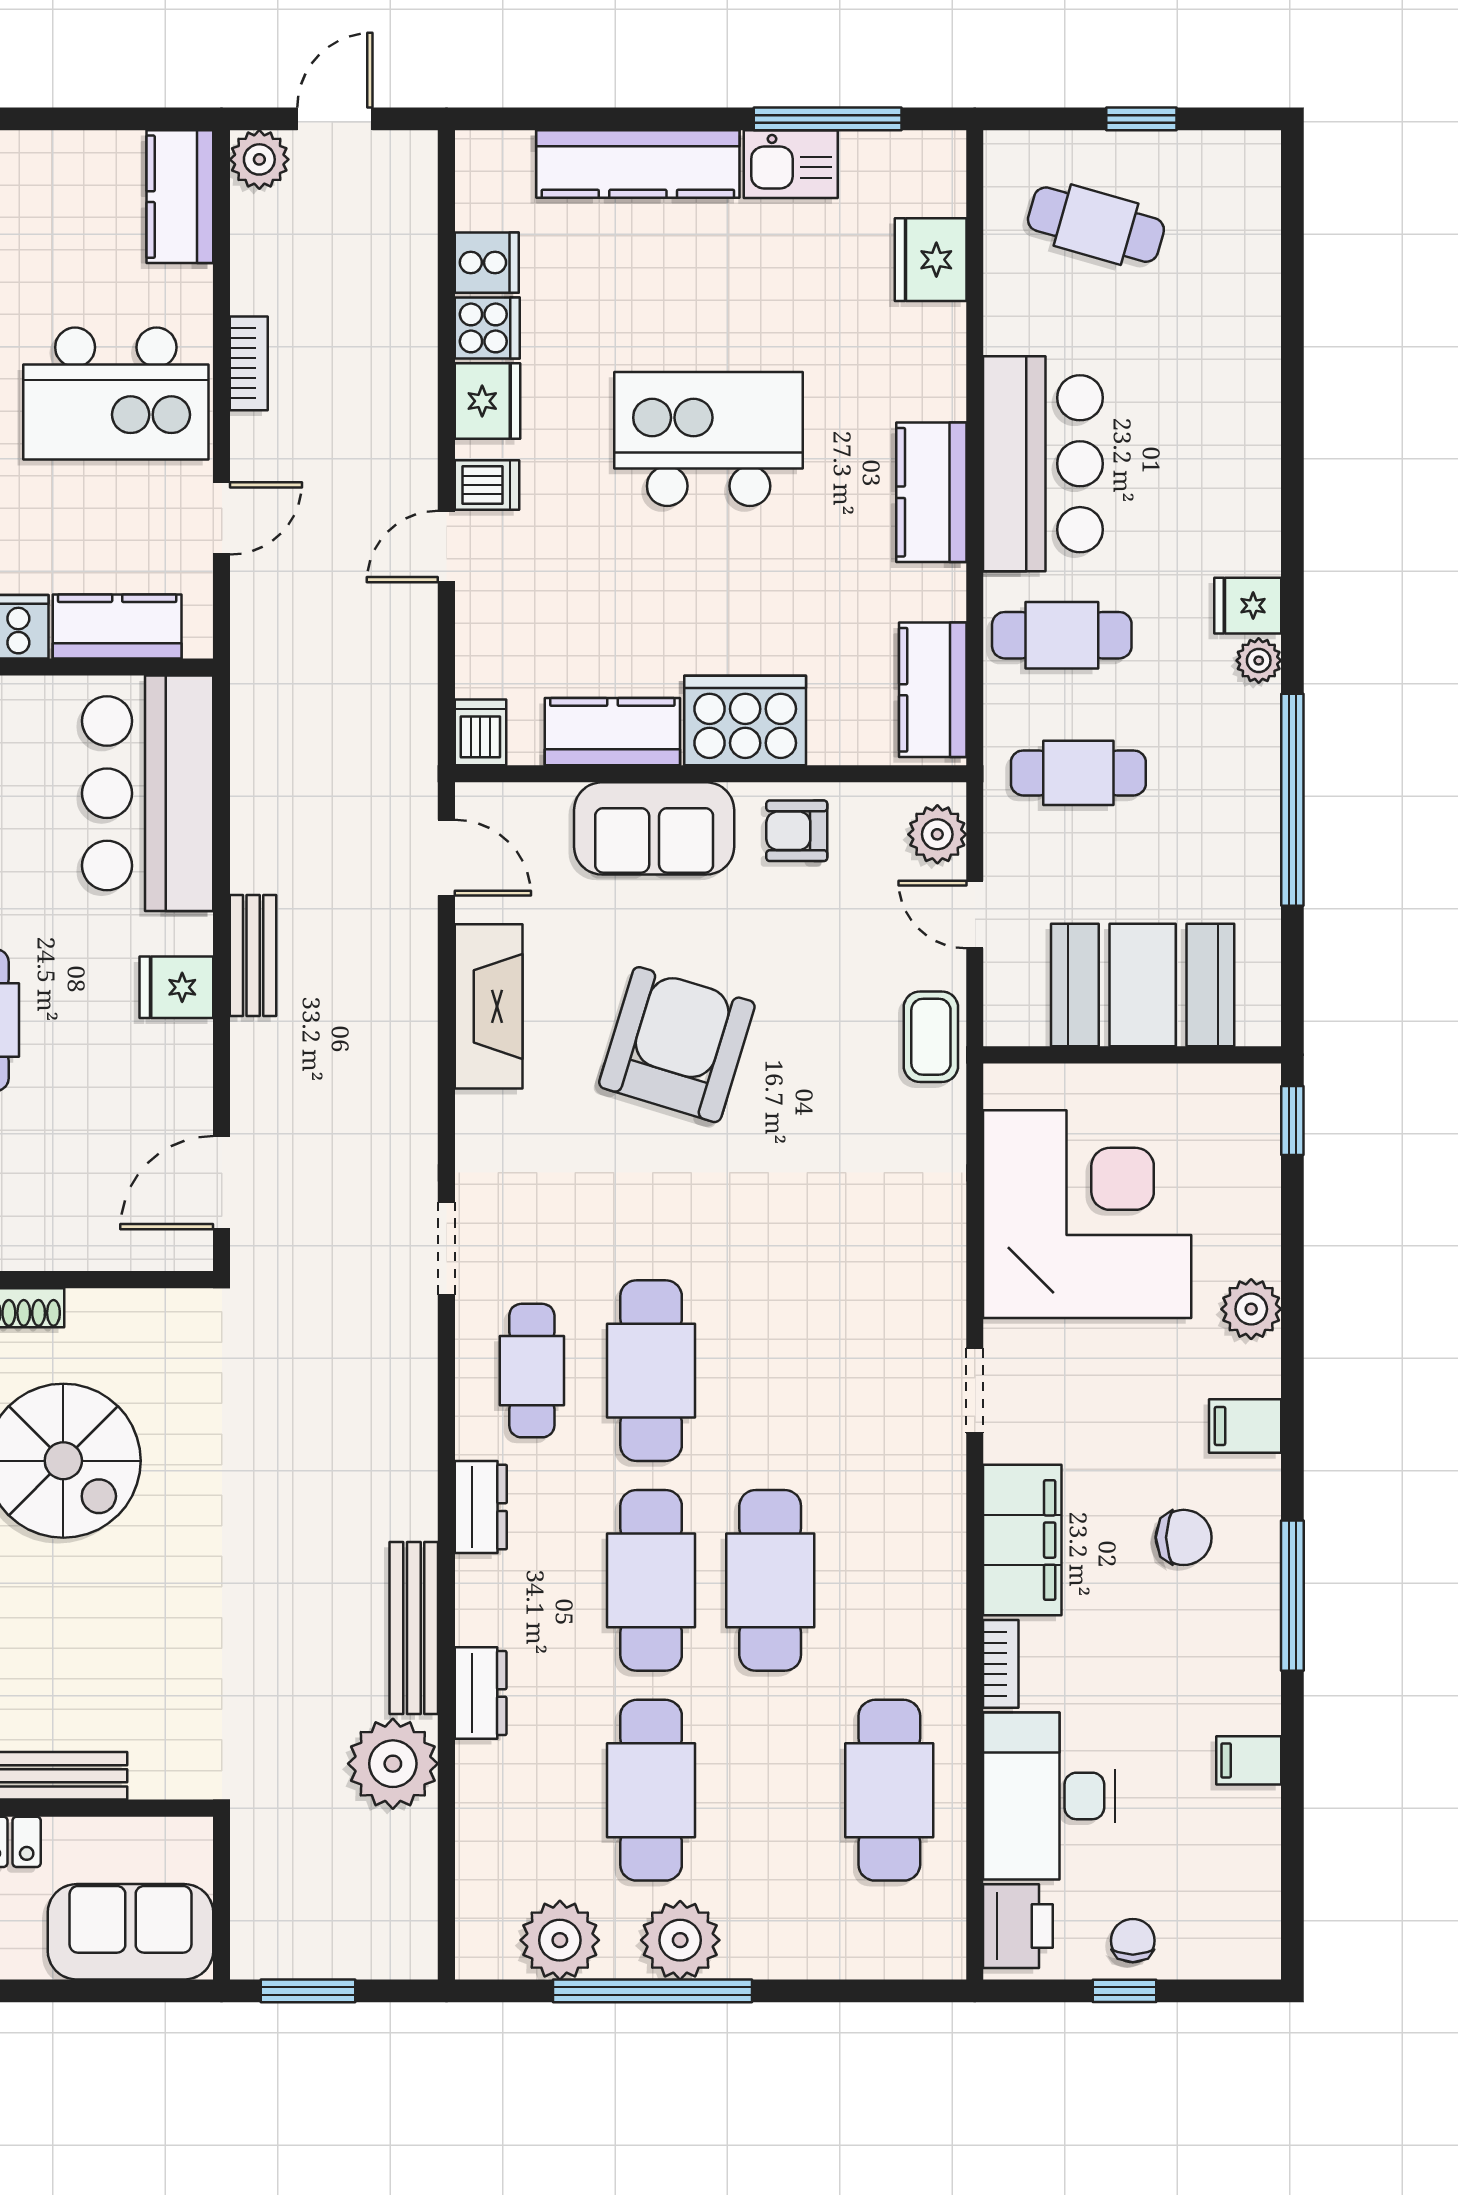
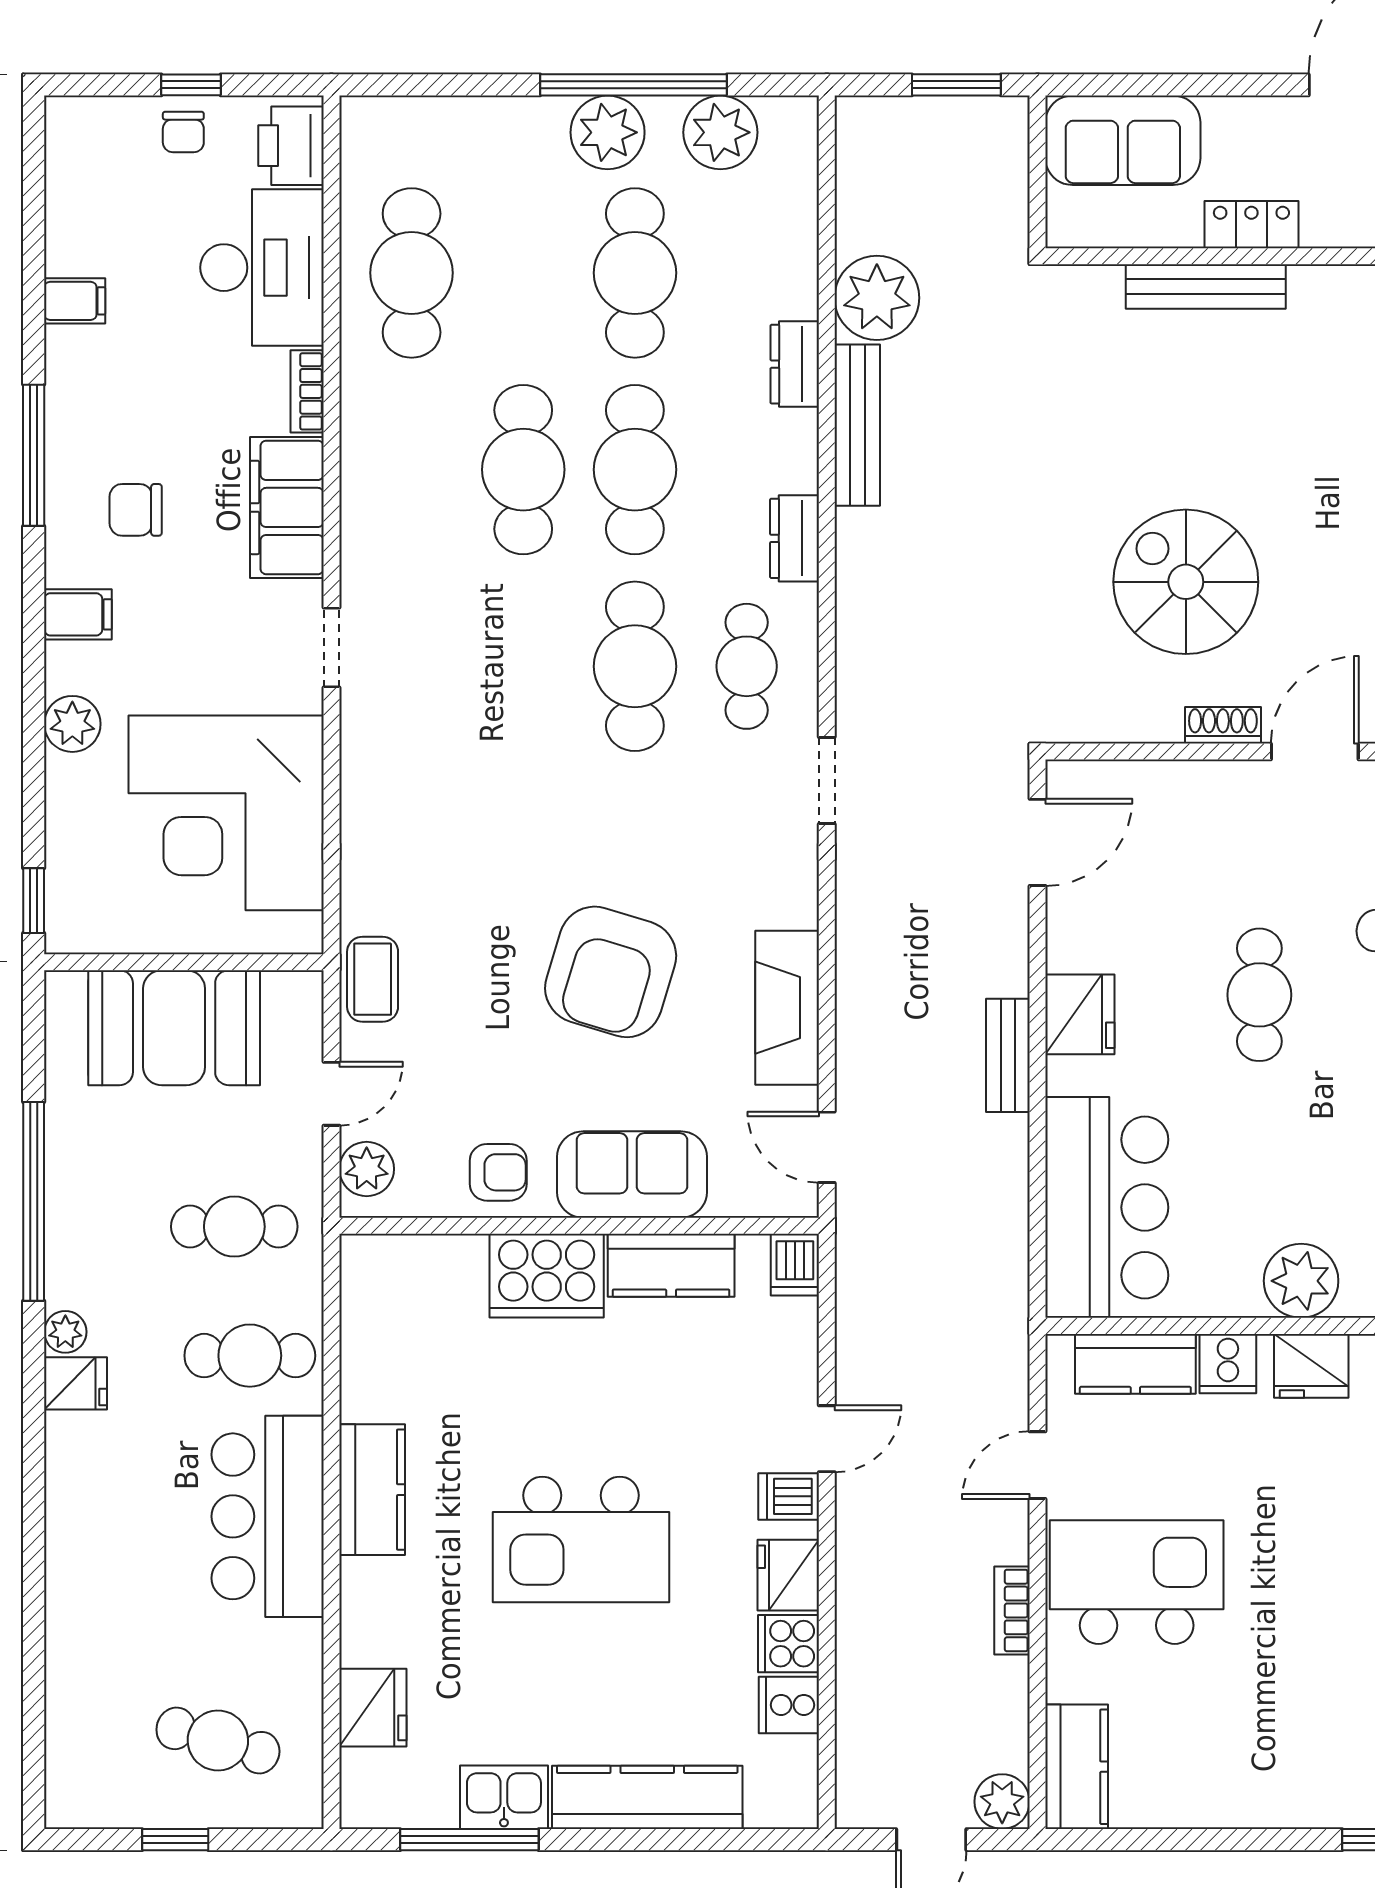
kitchen counter: (933, 690) -> (371, 1305), removed
door: (975, 915) -> (331, 1094), hinge flipped
fridge: (176, 987) -> (1080, 1014), width x1.38

